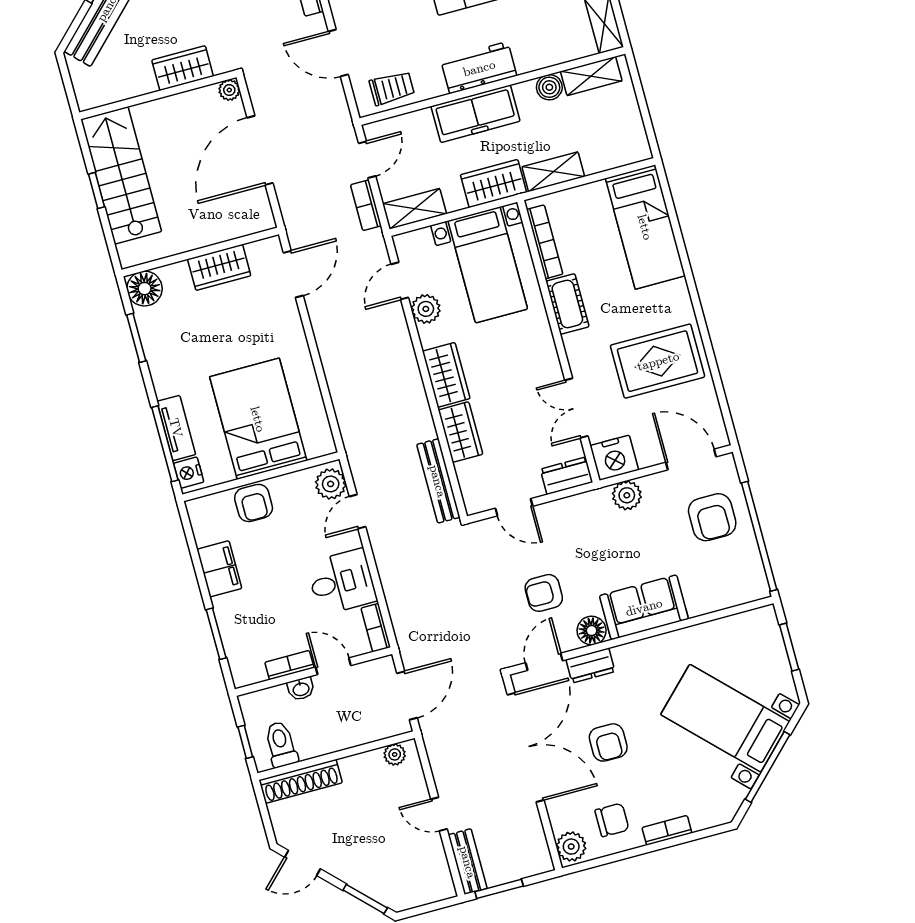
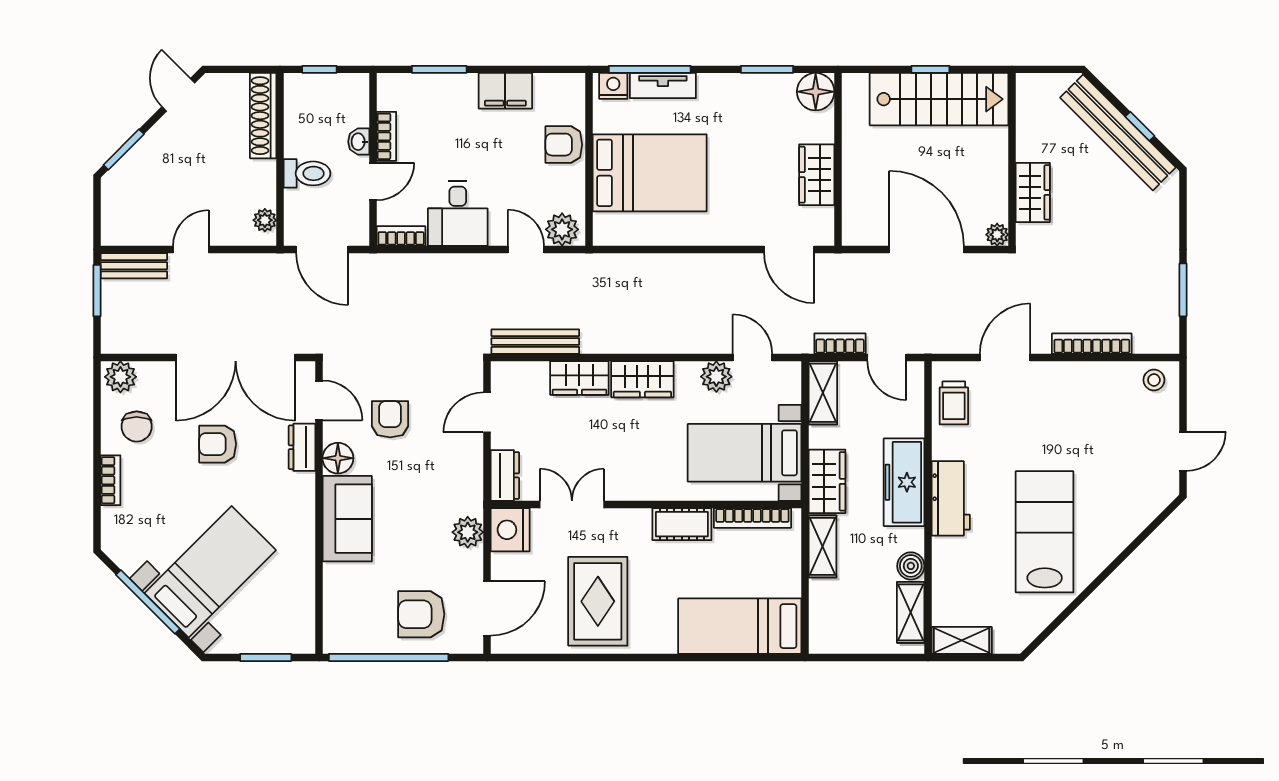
toilet: (281, 744) -> (307, 173), moved

